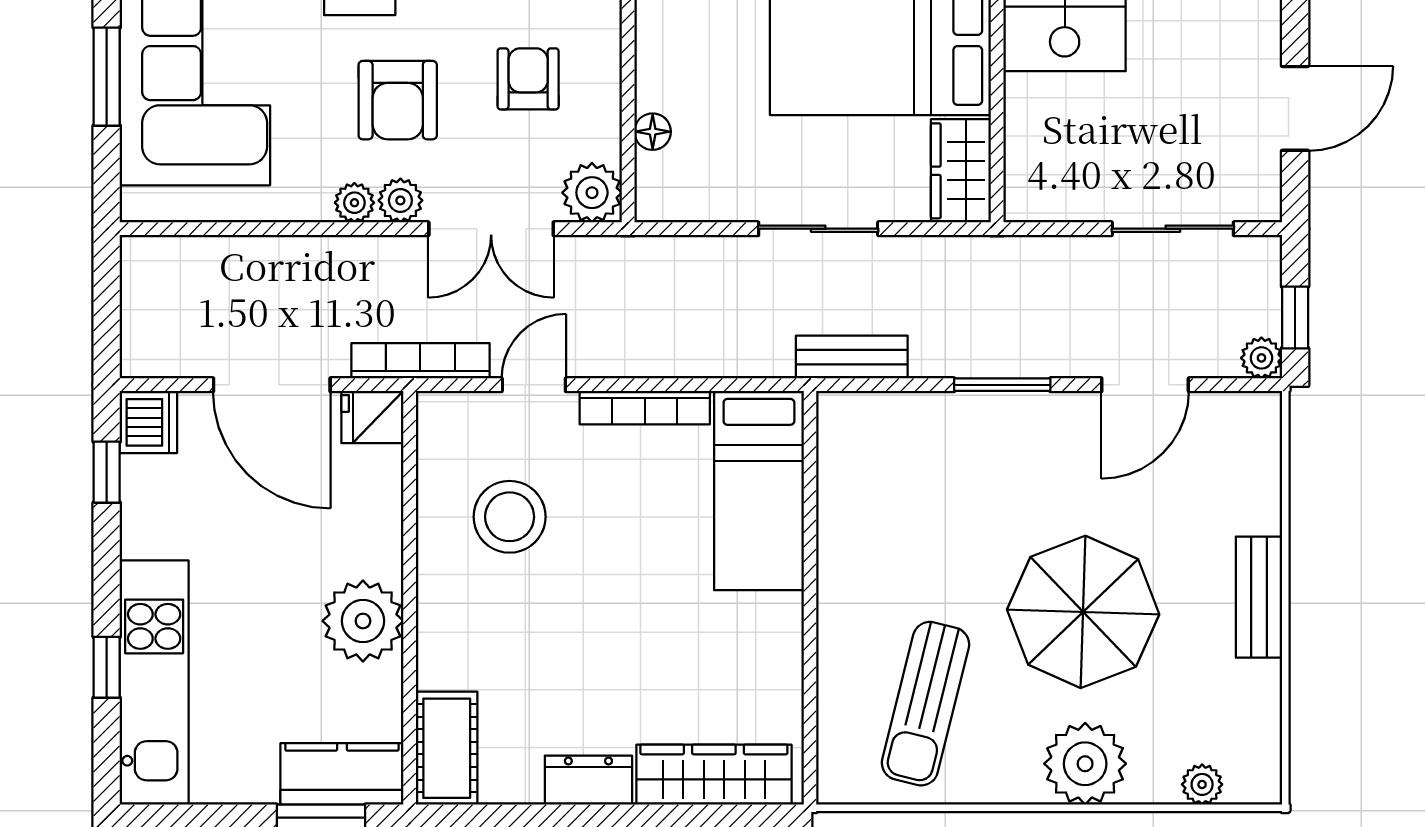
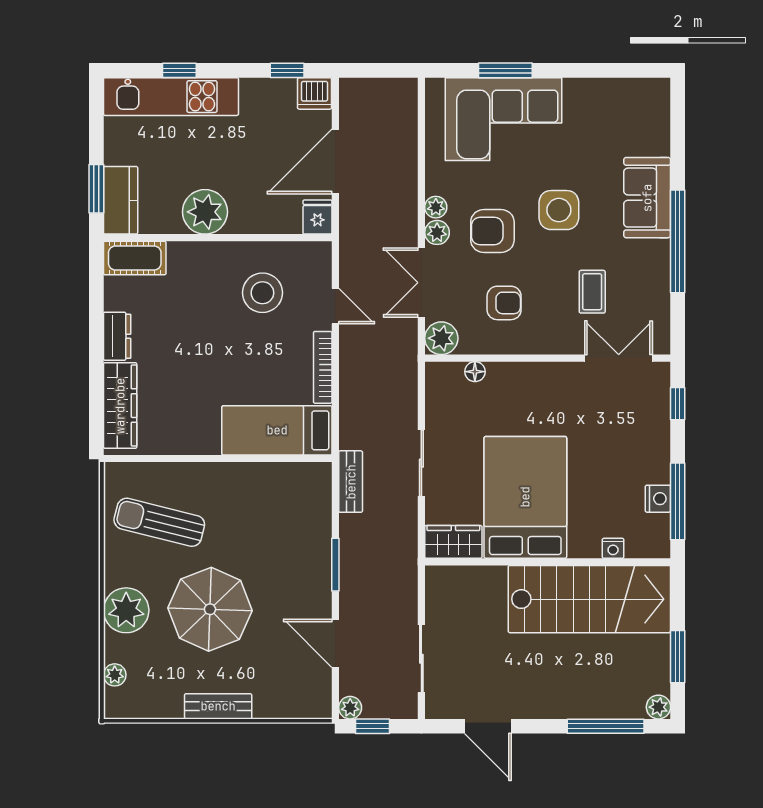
bookcase: (420, 361) -> (349, 244), removed

